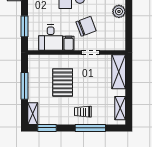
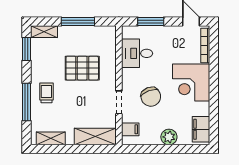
filing cabinet: (69, 43) -> (130, 129), moved

